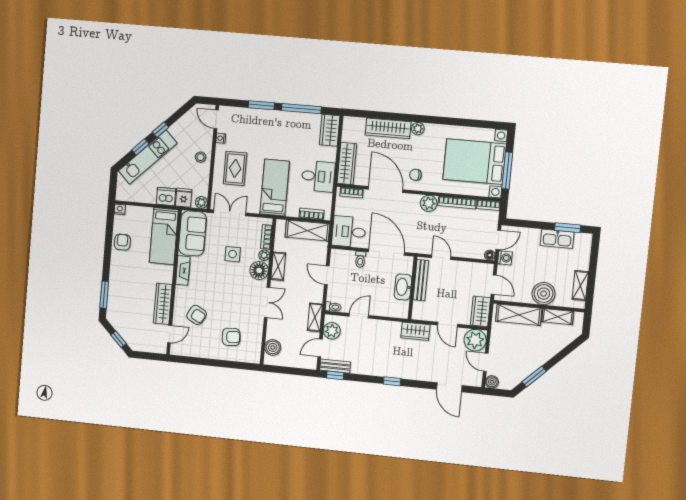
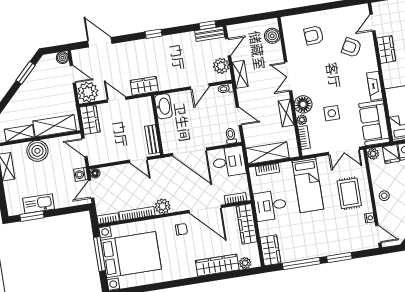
plant: (418, 129) -> (245, 263), moved
toilet: (360, 259) -> (231, 136), moved
bench: (421, 280) -> (152, 139), width x0.73
washbasin: (403, 287) -> (163, 106), moved
wardrobe: (163, 304) -> (386, 50), width x0.67

